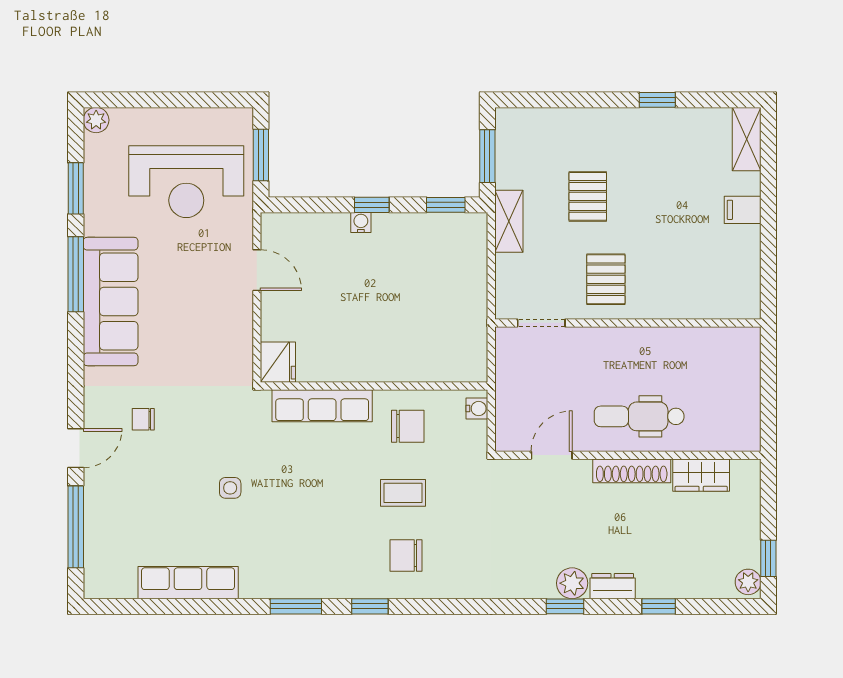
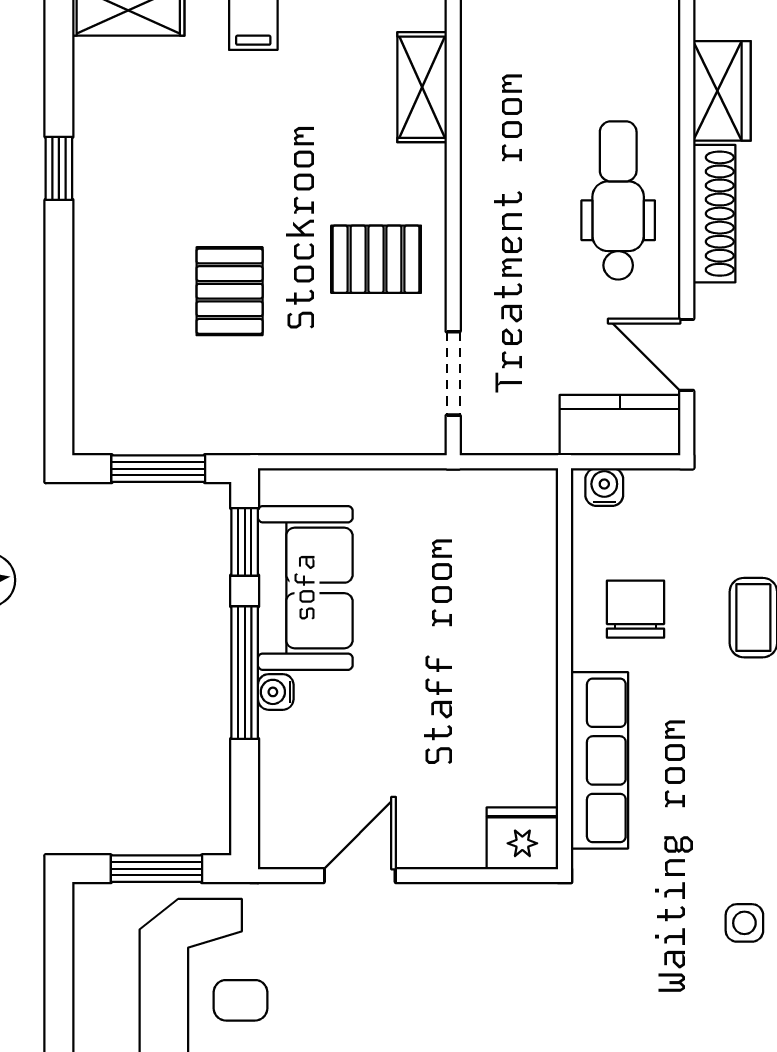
pallet: (588, 196) -> (230, 291), turned 90
window: (372, 205) -> (245, 673), width x2.17
shelving: (509, 221) -> (422, 87), moved, turned 90
sofa: (420, 239) -> (305, 588), added
dental chair: (639, 416) -> (618, 200), turned 180
kitchen counter: (512, 417) -> (620, 425), added

